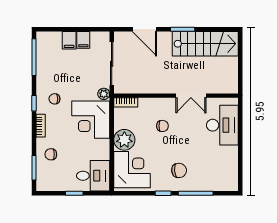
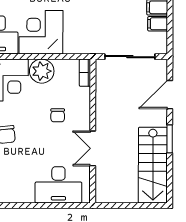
plant: (104, 94) -> (95, 47), removed
corner desk: (91, 120) -> (41, 32), moved

